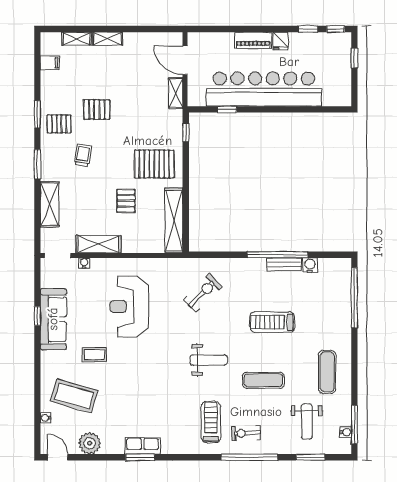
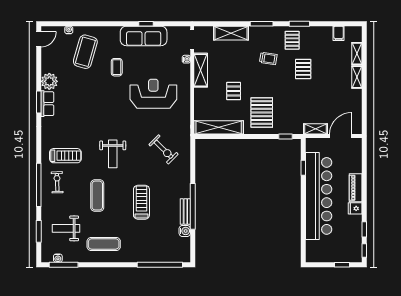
pallet: (126, 201) -> (234, 91), turned 90
plant: (90, 443) -> (49, 81), moved

